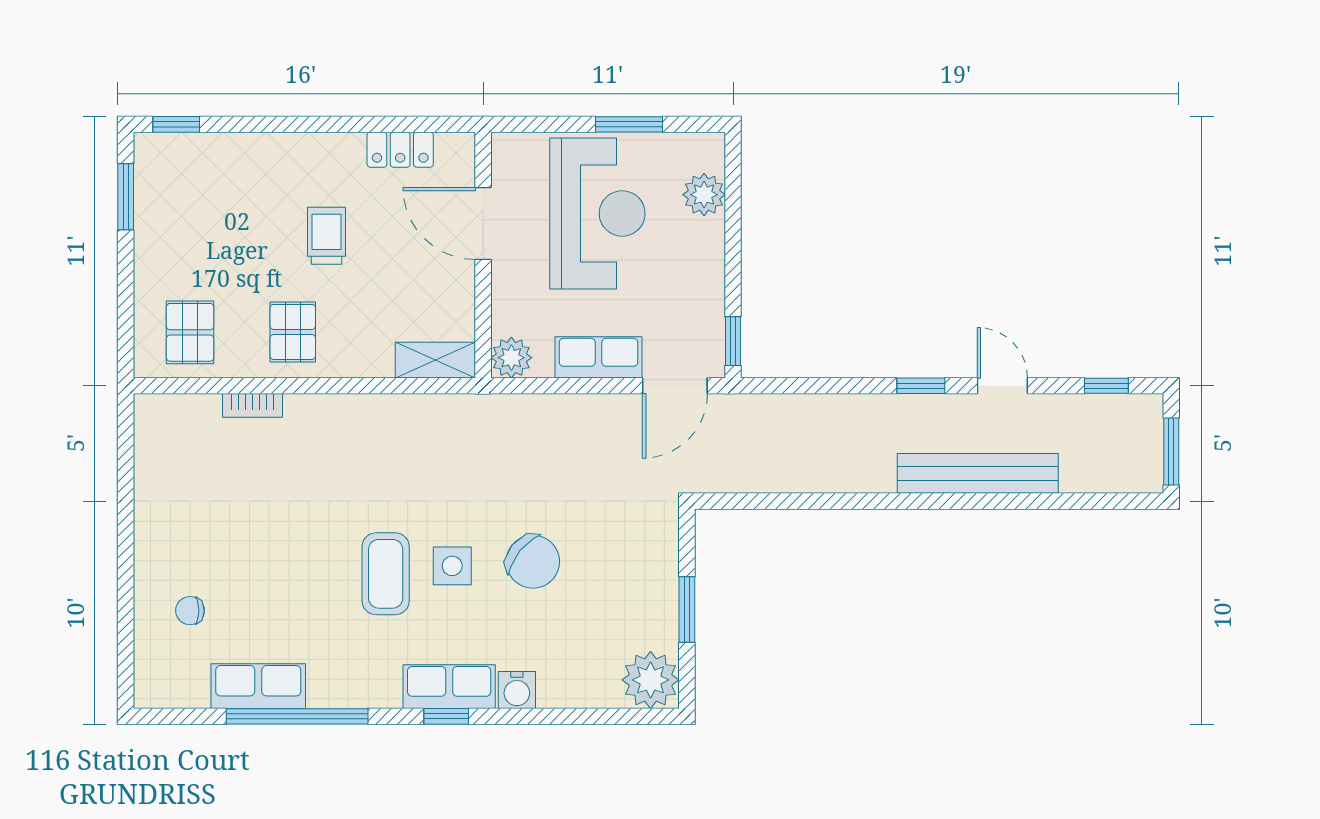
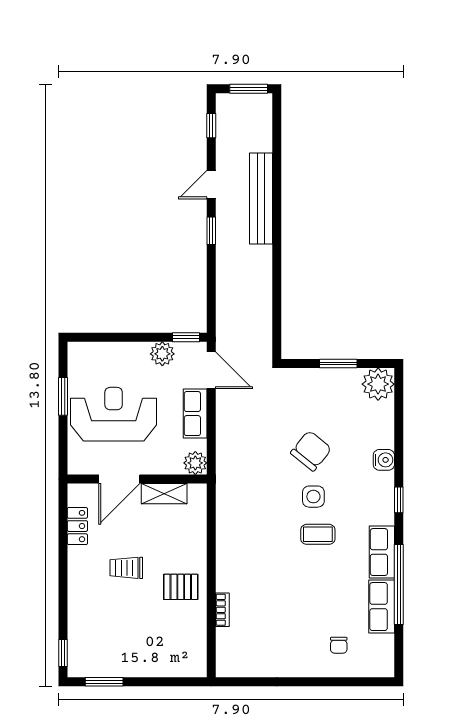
plant: (704, 195) -> (162, 354), moved
pallet: (190, 332) -> (181, 645), removed
shelving: (435, 360) -> (164, 494), moved, turned 90
coffee table: (386, 574) -> (318, 534), width x0.73, depth x0.77
row of seats: (449, 687) -> (382, 552), moved

